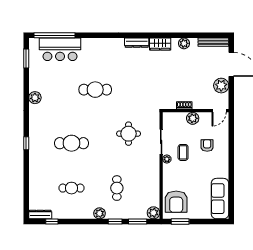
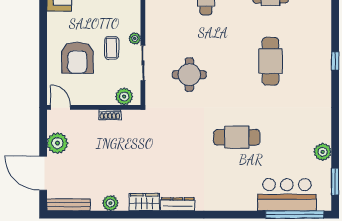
plant: (35, 98) -> (323, 152), moved
door: (219, 111) -> (60, 107), hinge flipped
plant: (193, 118) -> (124, 96), moved
cafe table: (72, 143) -> (271, 61), turned 90
armchair: (207, 145) -> (77, 58), width x1.88, depth x1.88

